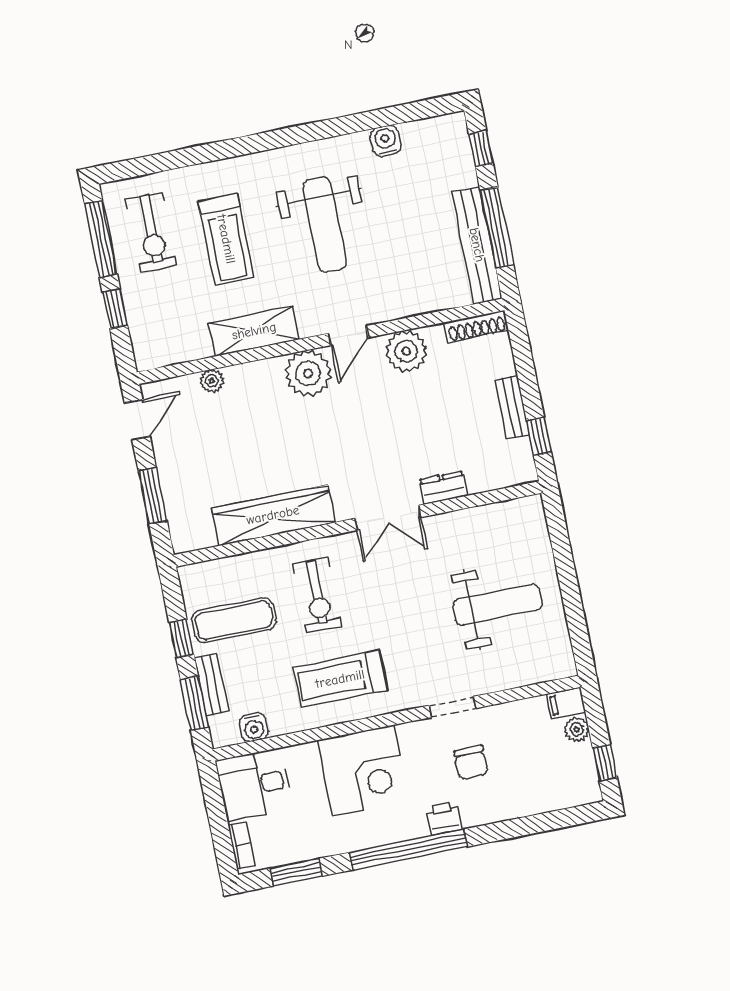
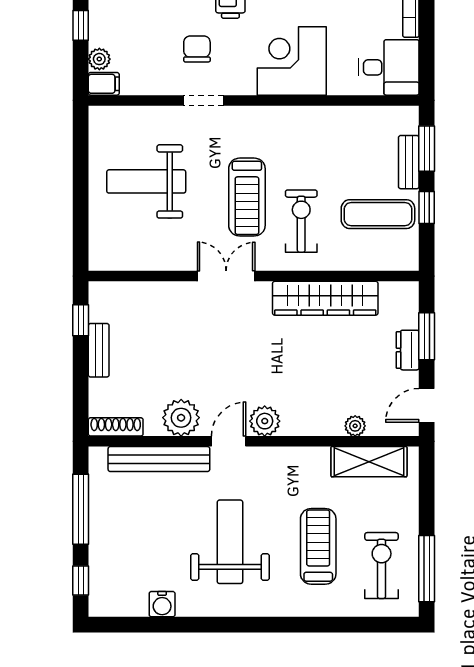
bench: (477, 245) -> (159, 459), moved, turned 90
window: (115, 309) -> (427, 505), removed
shelving: (254, 331) -> (369, 462), moved
plant: (308, 373) -> (265, 421), width x0.73, depth x0.73
dresser: (443, 488) -> (408, 350), moved, turned 90
treadmill: (340, 679) -> (247, 197), moved, turned 90
water cooler: (254, 727) -> (380, 117), removed

